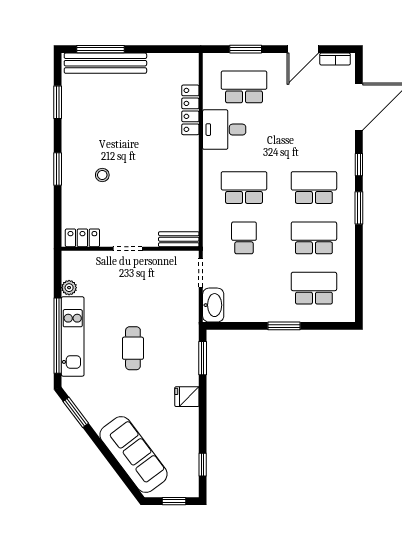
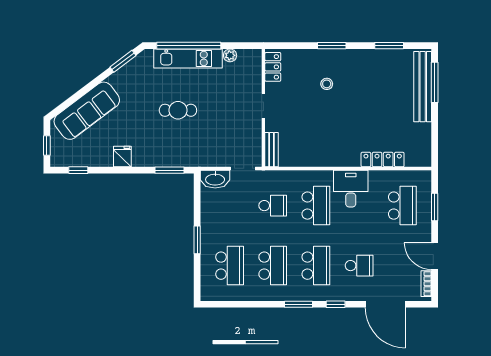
desk: (224, 130) -> (351, 189), moved
school desk: (314, 137) -> (359, 266), added
fridge: (187, 397) -> (122, 157), moved

